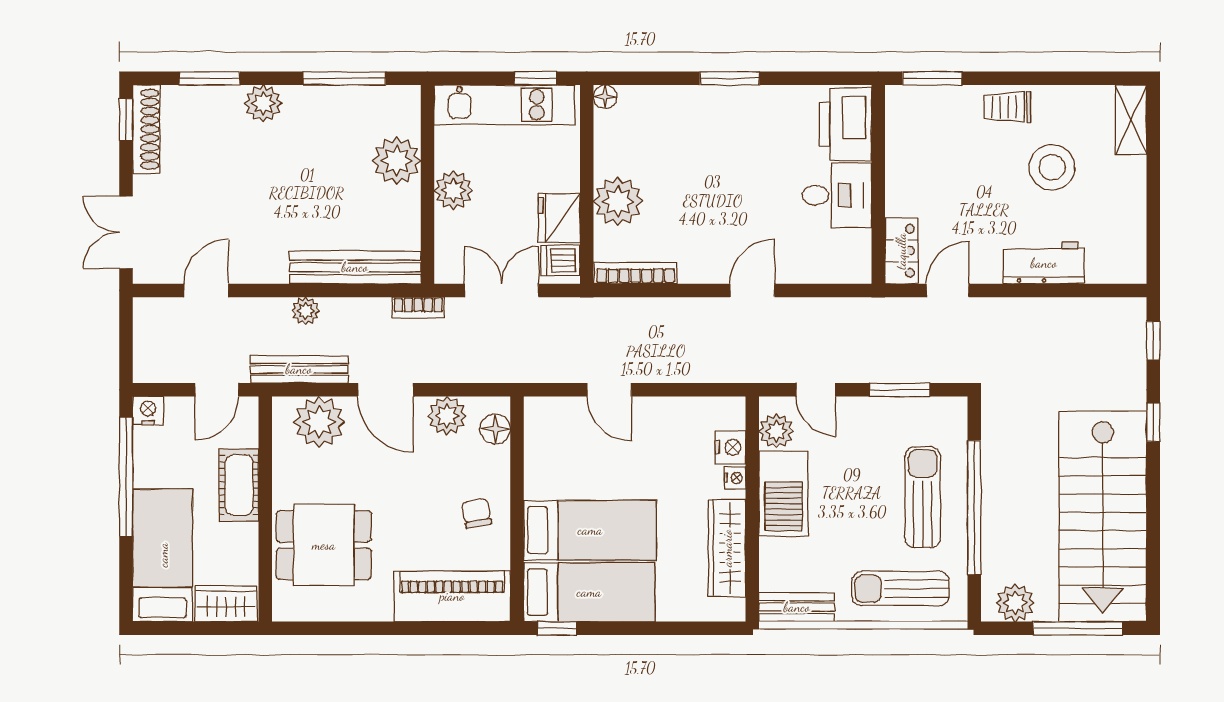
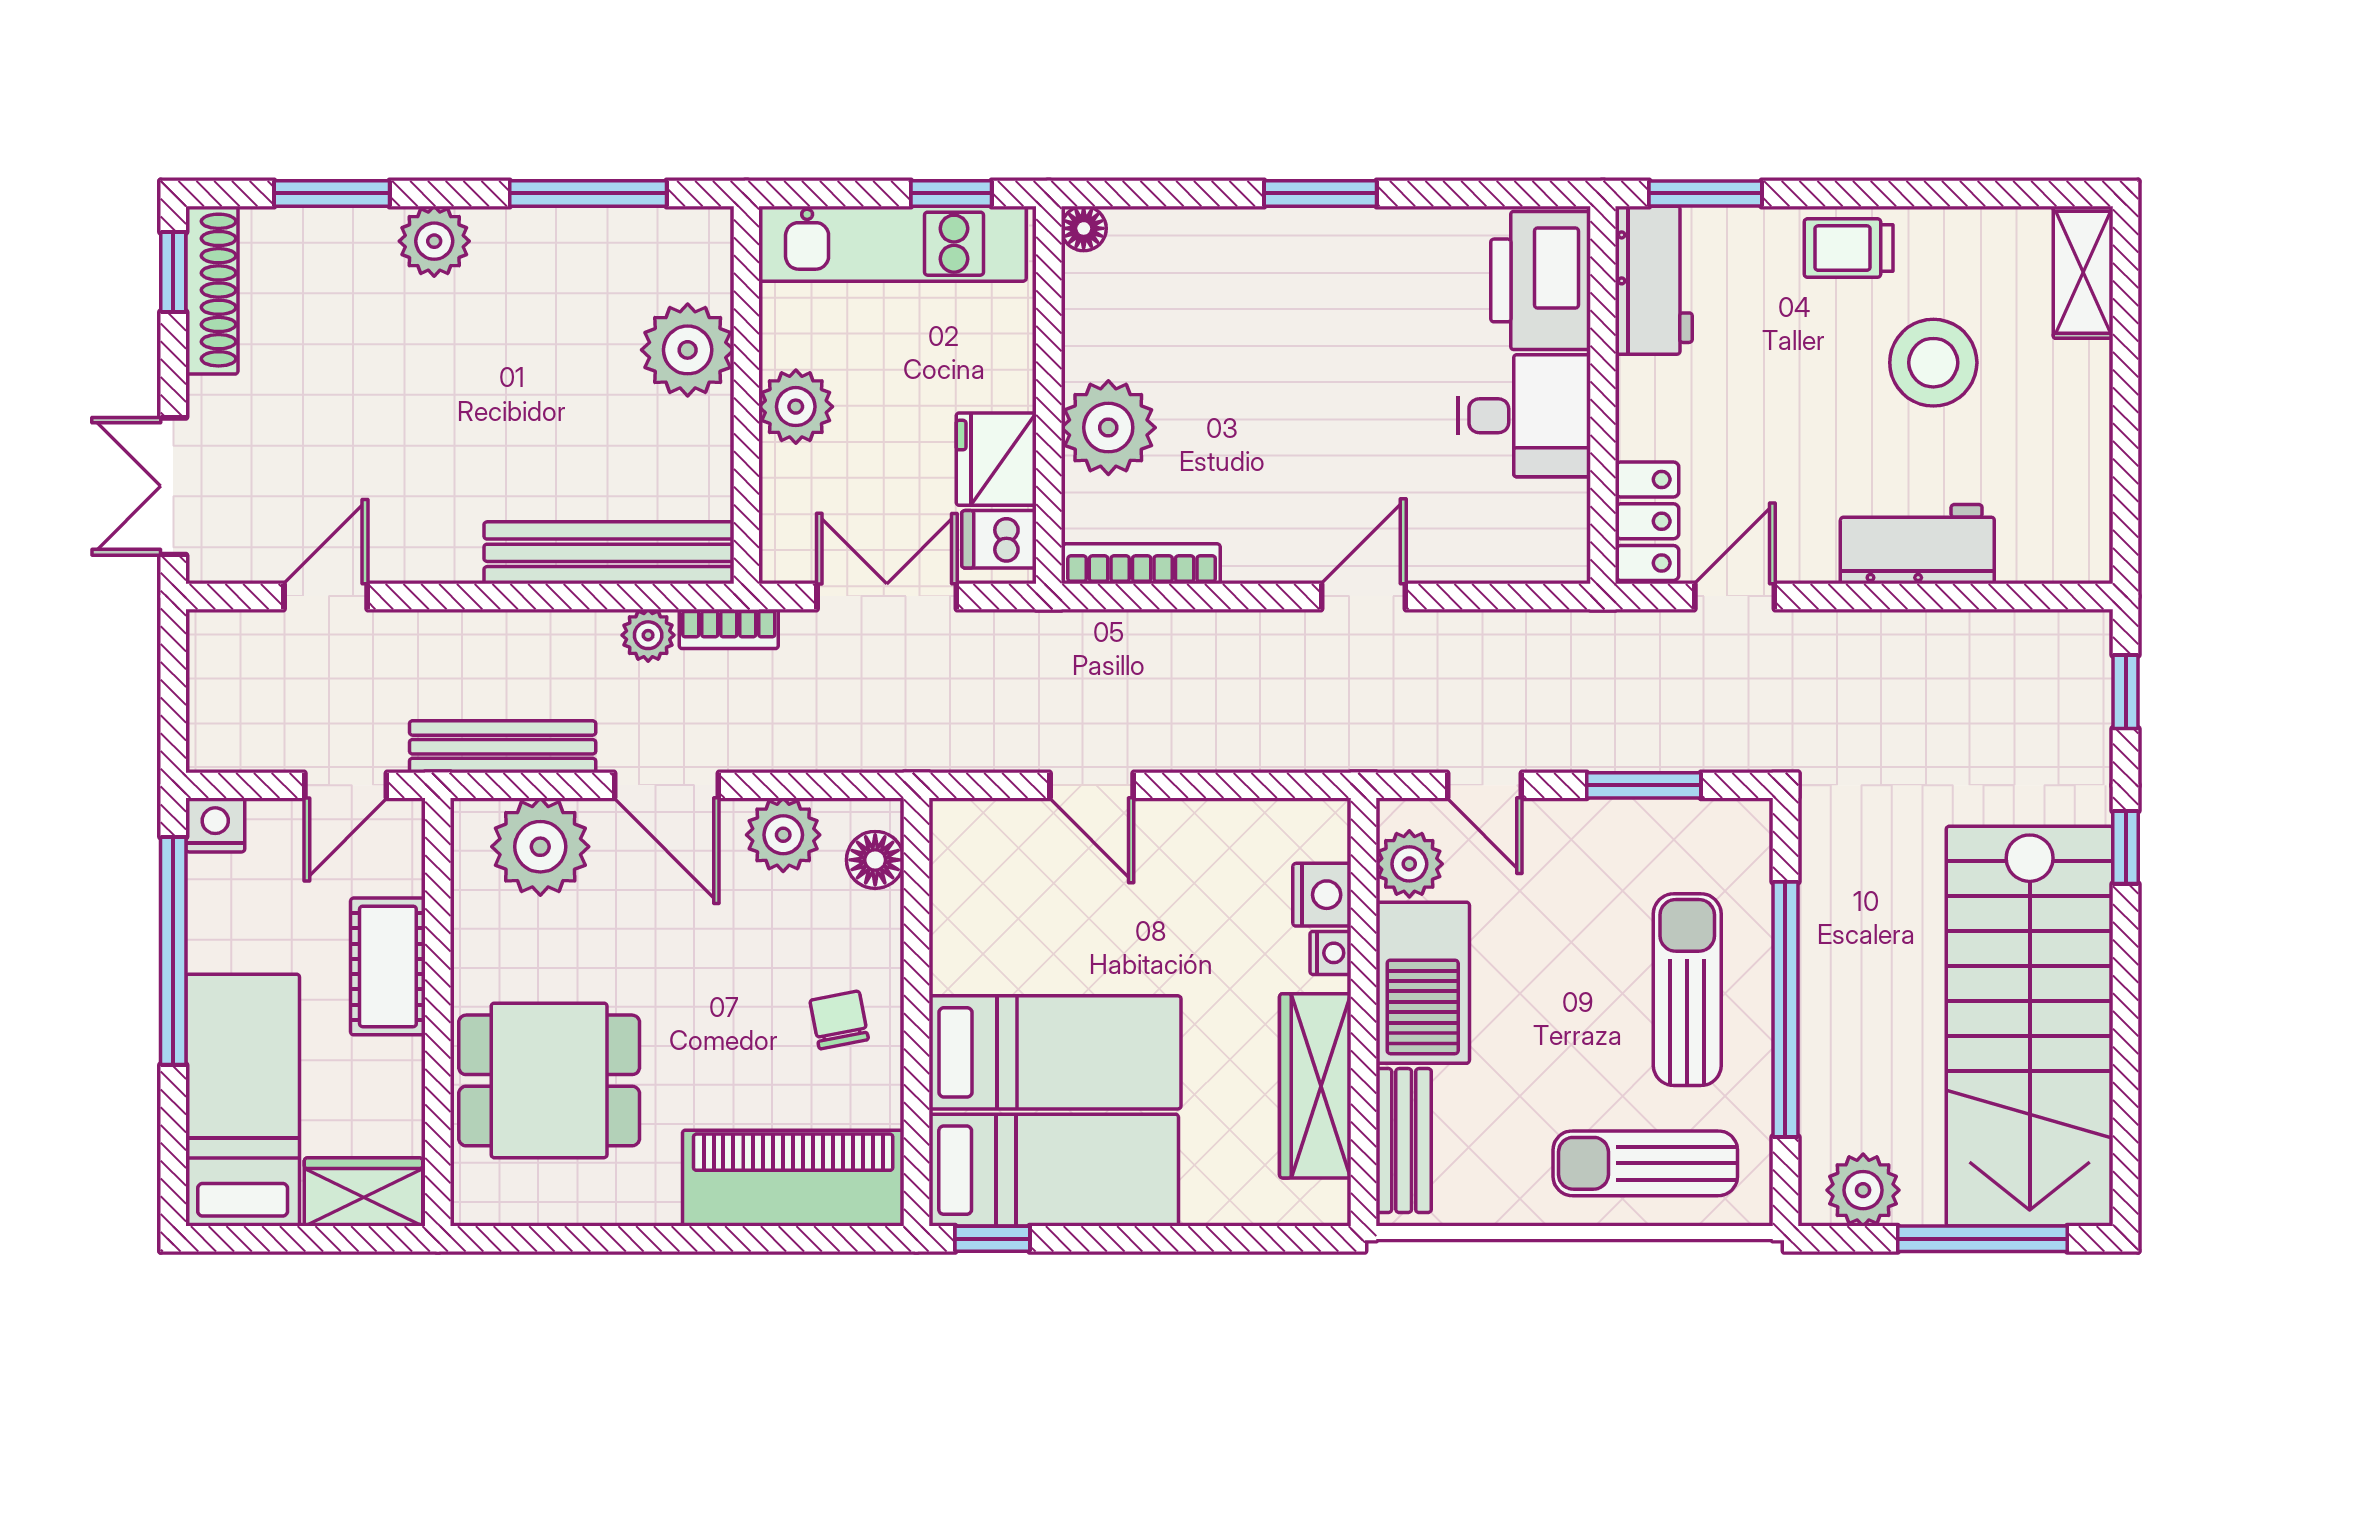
workbench: (905, 124) -> (1654, 280), added
plant: (306, 311) -> (648, 635), moved
bench: (797, 607) -> (1404, 1141), moved, turned 90

